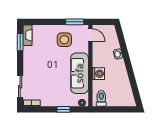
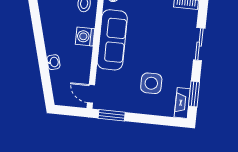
side table: (64, 40) -> (151, 83), moved
sliding door: (20, 87) -> (199, 44), moved

